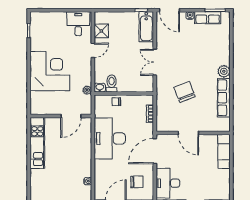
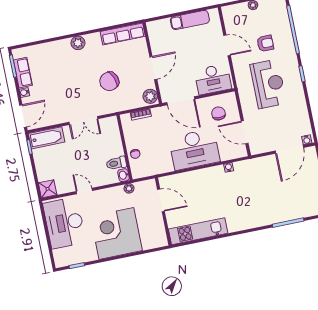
desk: (78, 24) -> (64, 223), width x1.87, depth x1.30
shower: (101, 31) -> (48, 189), moved
row of seats: (224, 98) -> (123, 34), moved
plant: (164, 125) -> (150, 96), added
desk: (110, 138) -> (194, 149), moved
exam couch: (224, 151) -> (190, 20), moved

